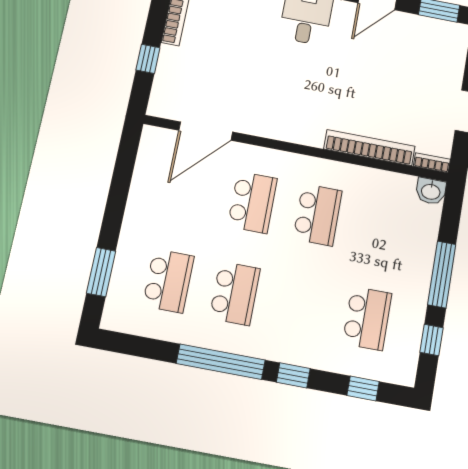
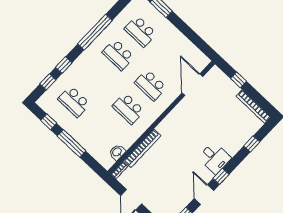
washbasin: (431, 191) -> (117, 152), moved
window: (293, 375) -> (64, 65), moved

